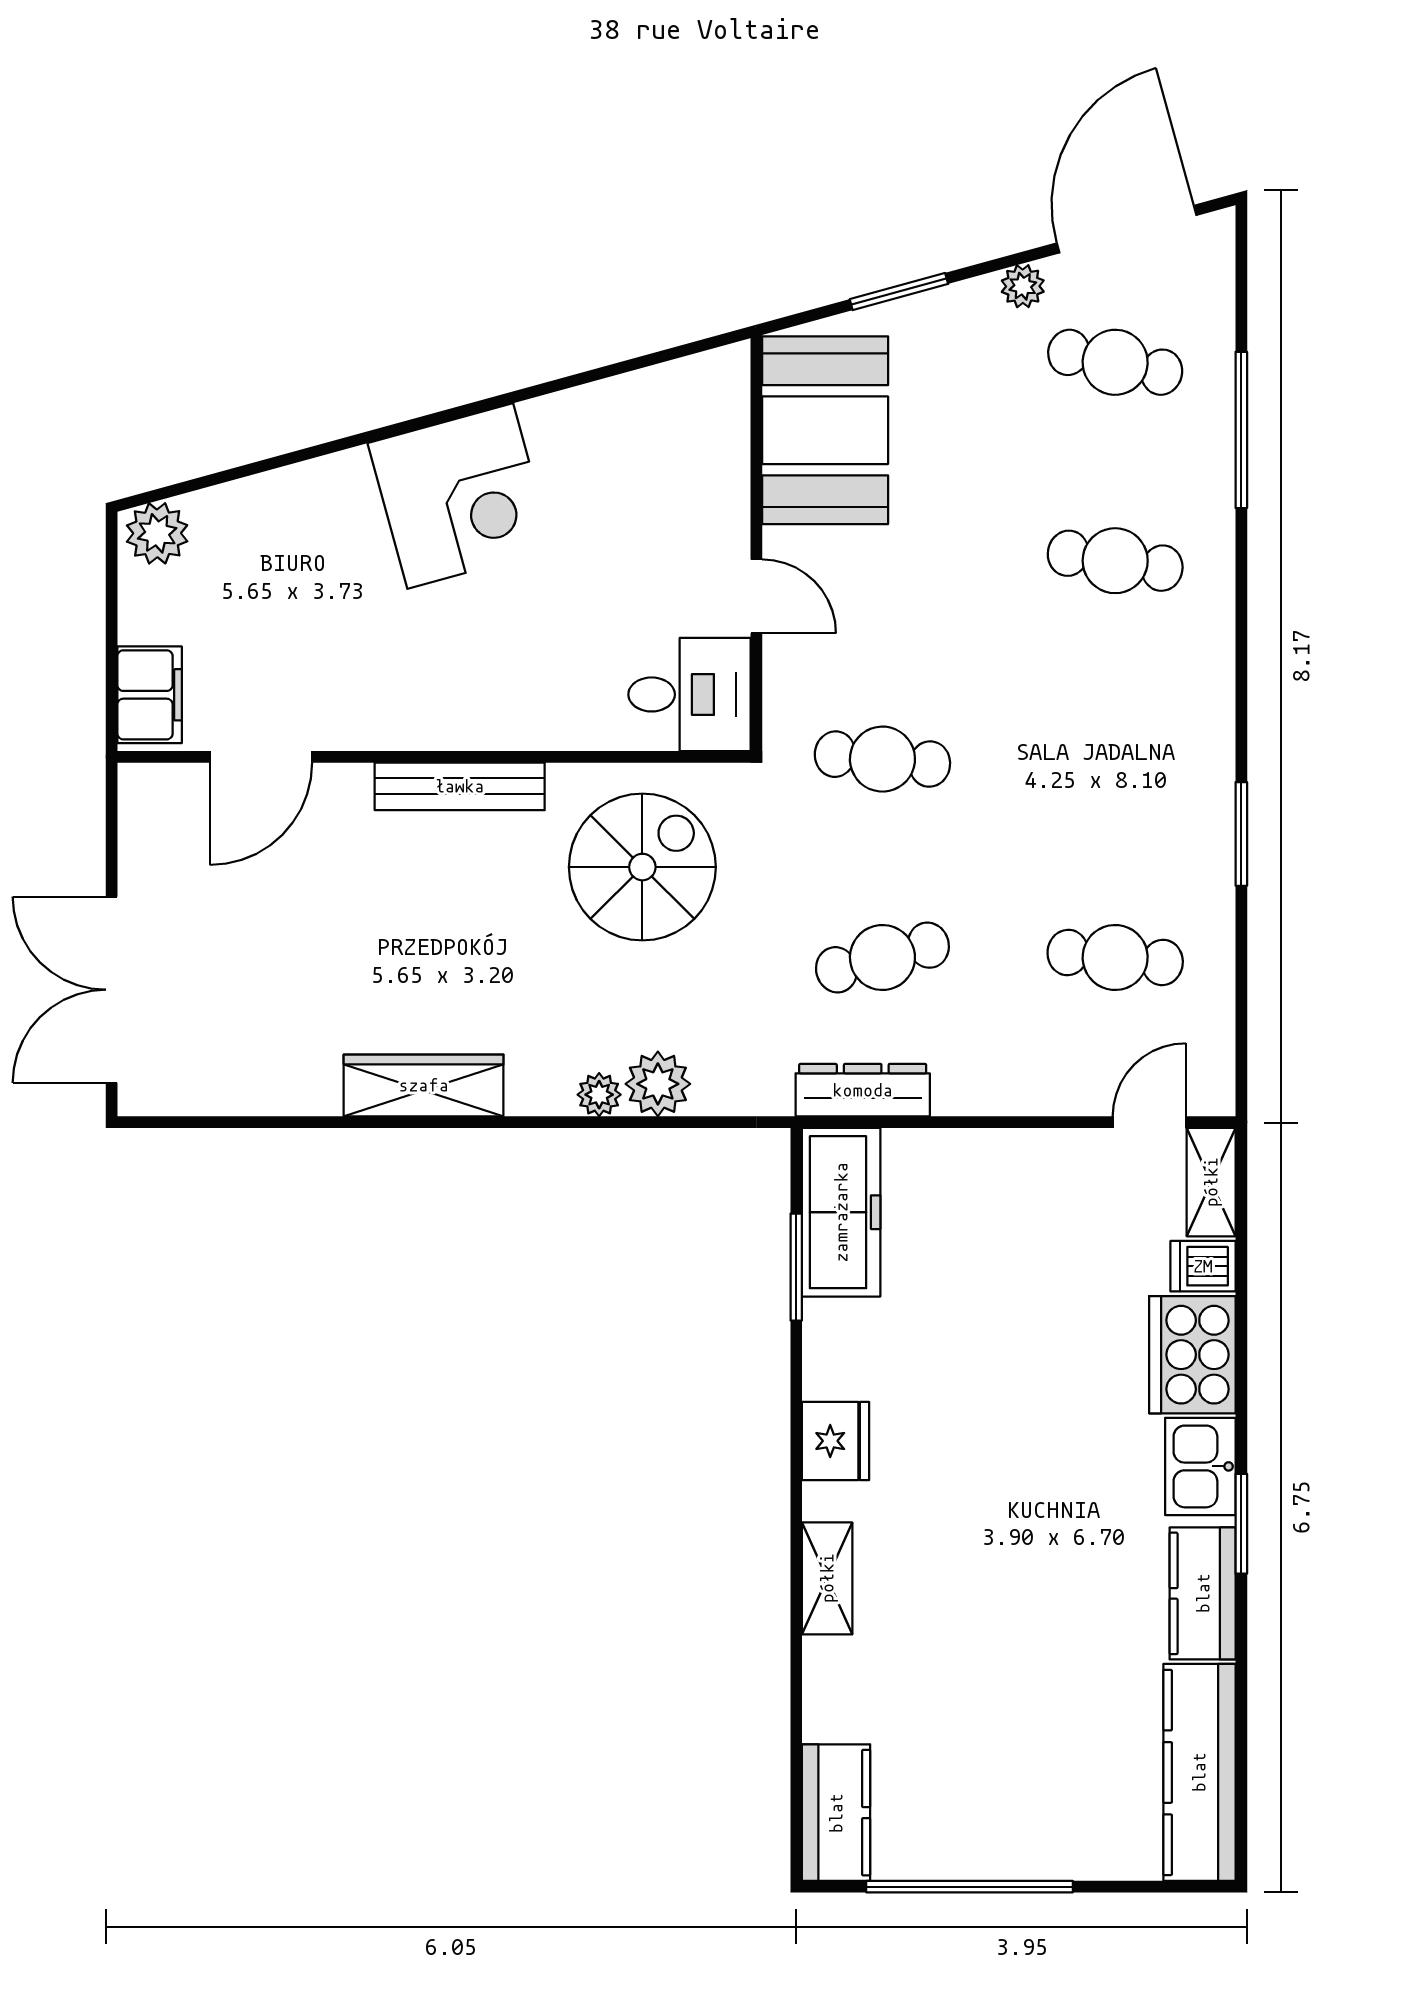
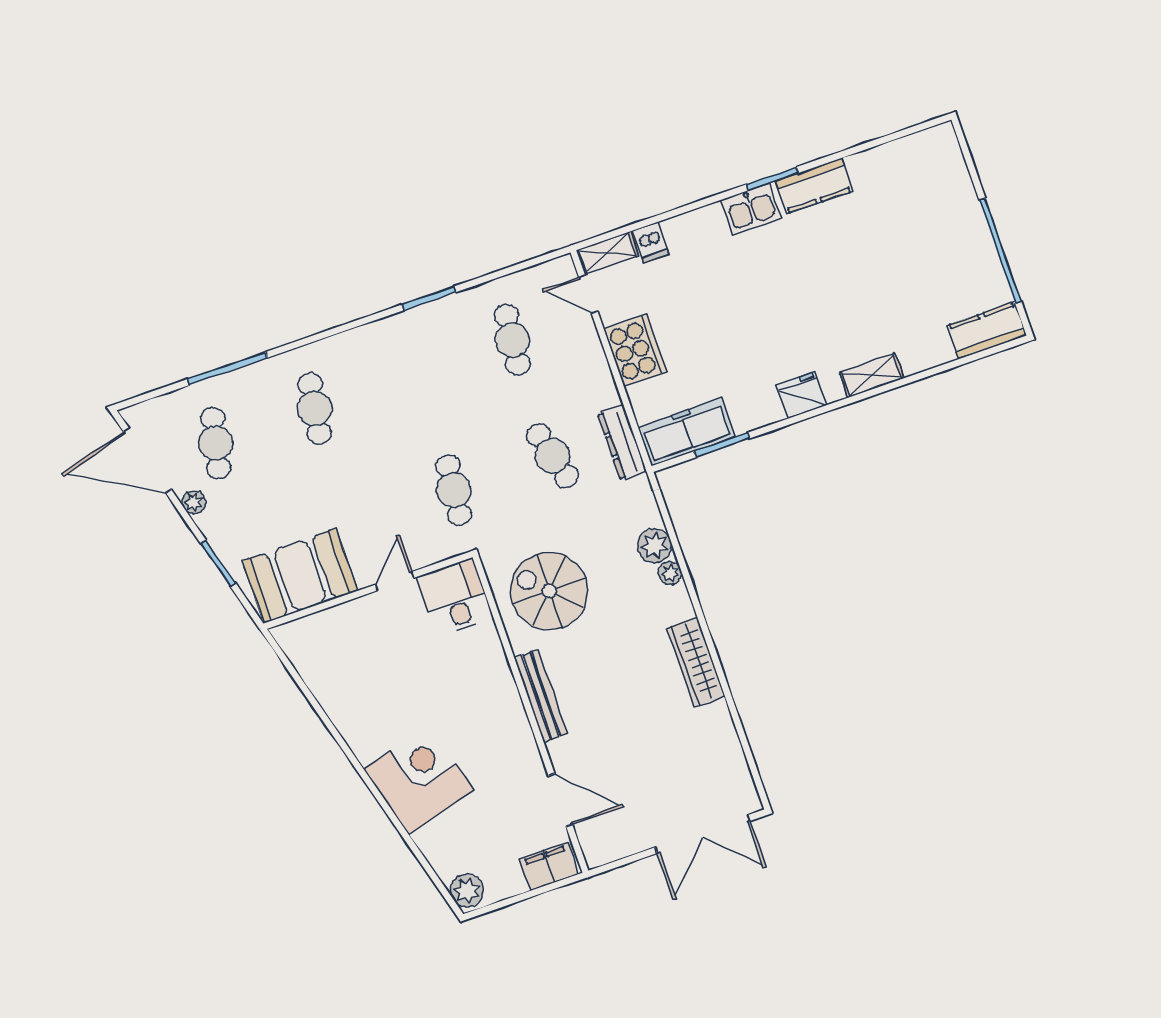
corner desk: (460, 496) -> (419, 780), moved
cooker: (1192, 1355) -> (635, 350), moved, turned -90
kitchen counter: (1199, 1772) -> (904, 156), removed

